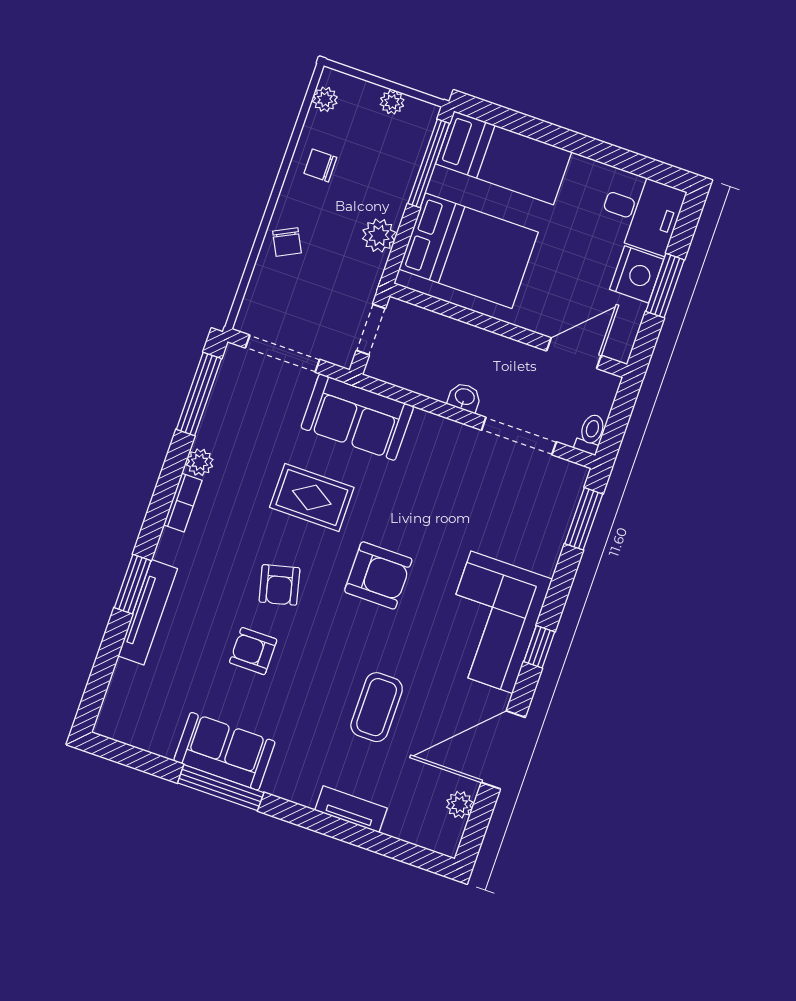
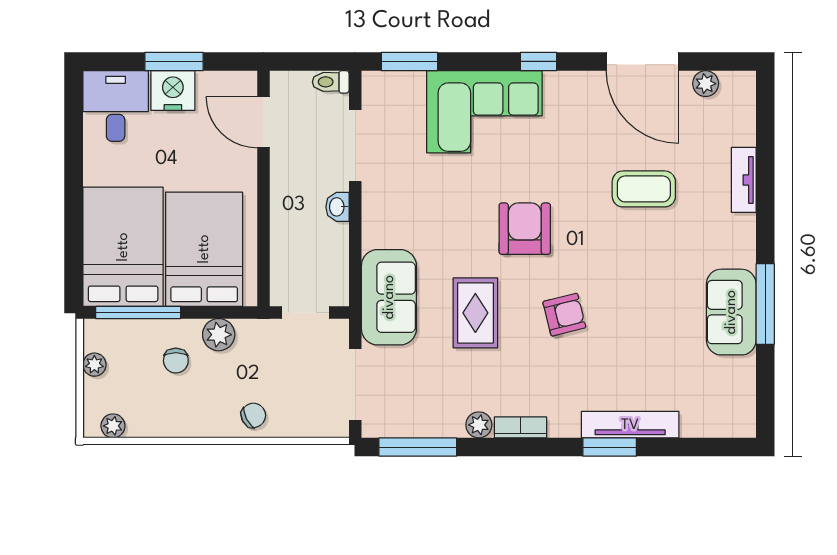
bed: (504, 158) -> (123, 247), width x1.50
chair: (320, 165) -> (176, 361), moved
corner sofa: (492, 622) -> (484, 112), moved
armchair: (253, 651) -> (632, 318), removed

